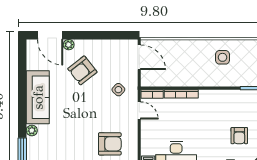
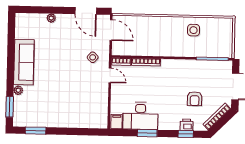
door: (50, 35) -> (86, 11), moved
side table: (223, 57) -> (194, 30), moved
armchair: (82, 70) -> (62, 40), removed
armchair: (110, 144) -> (84, 103), removed

